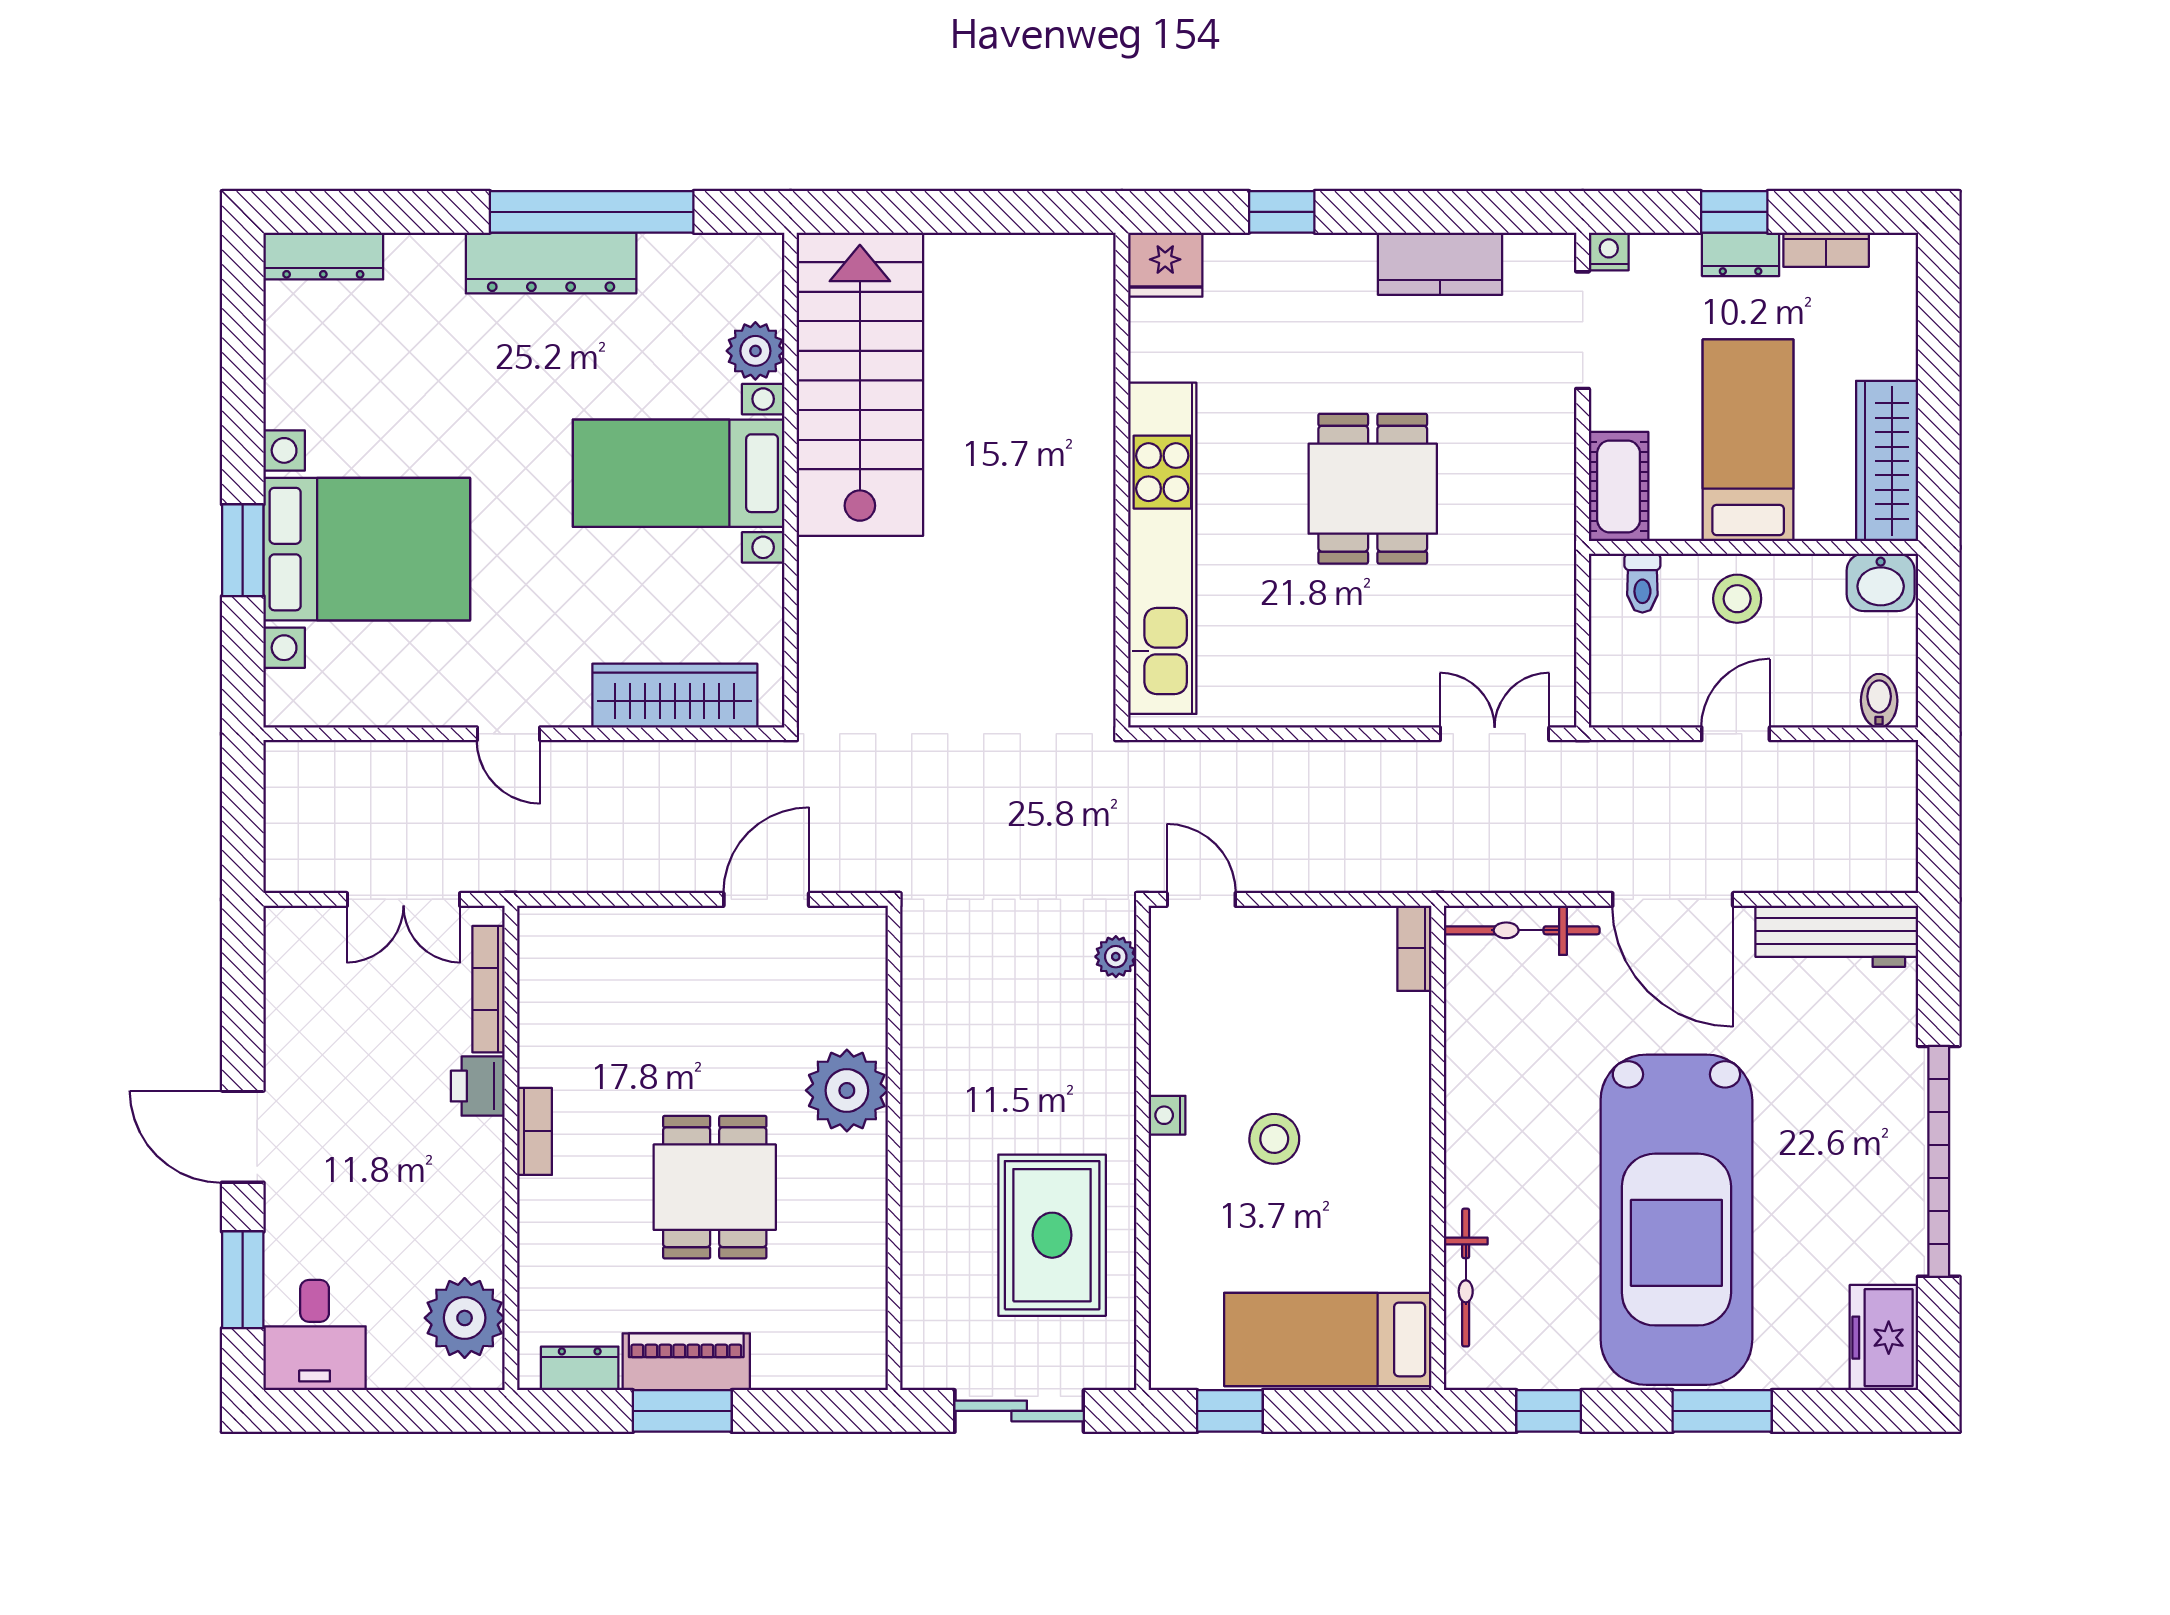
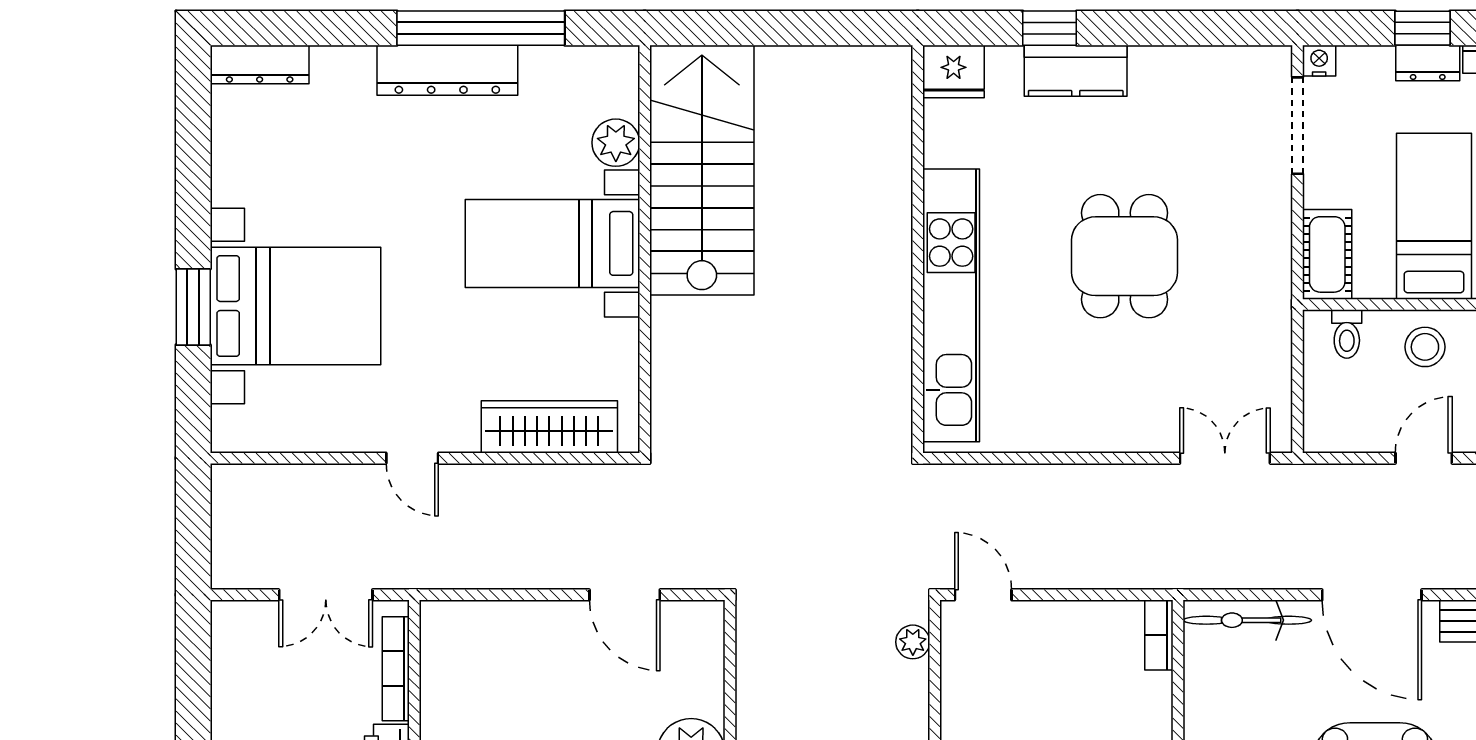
kitchen counter: (1440, 264) -> (1076, 71), moved
door: (766, 899) -> (625, 595), swing flipped

